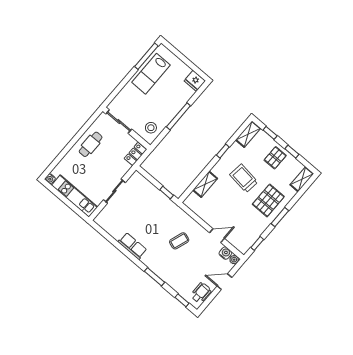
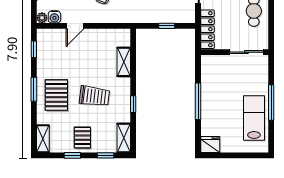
window: (146, 56) -> (271, 103), moved
stool: (151, 128) -> (214, 71), removed
locker: (135, 154) -> (207, 29), width x1.53
window: (167, 192) -> (167, 26), moved

